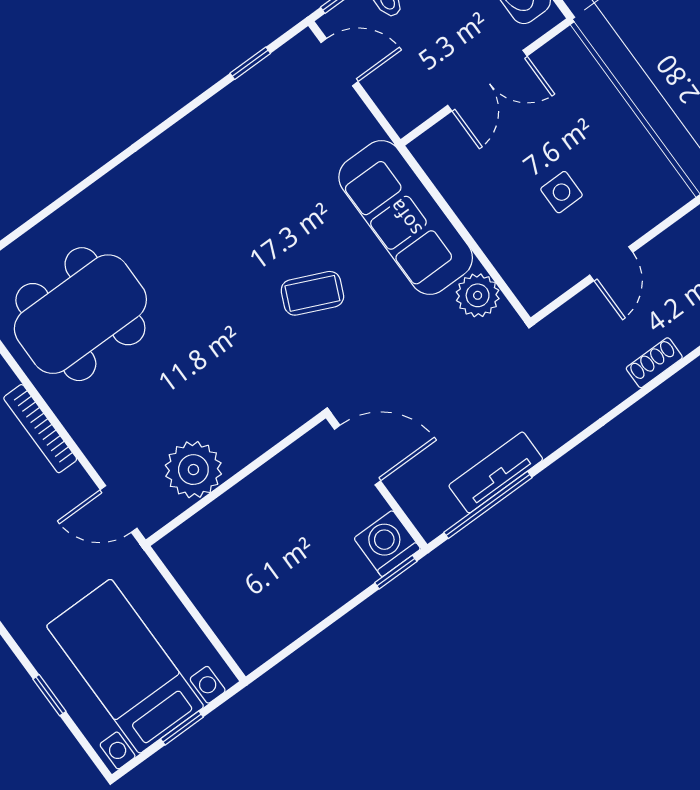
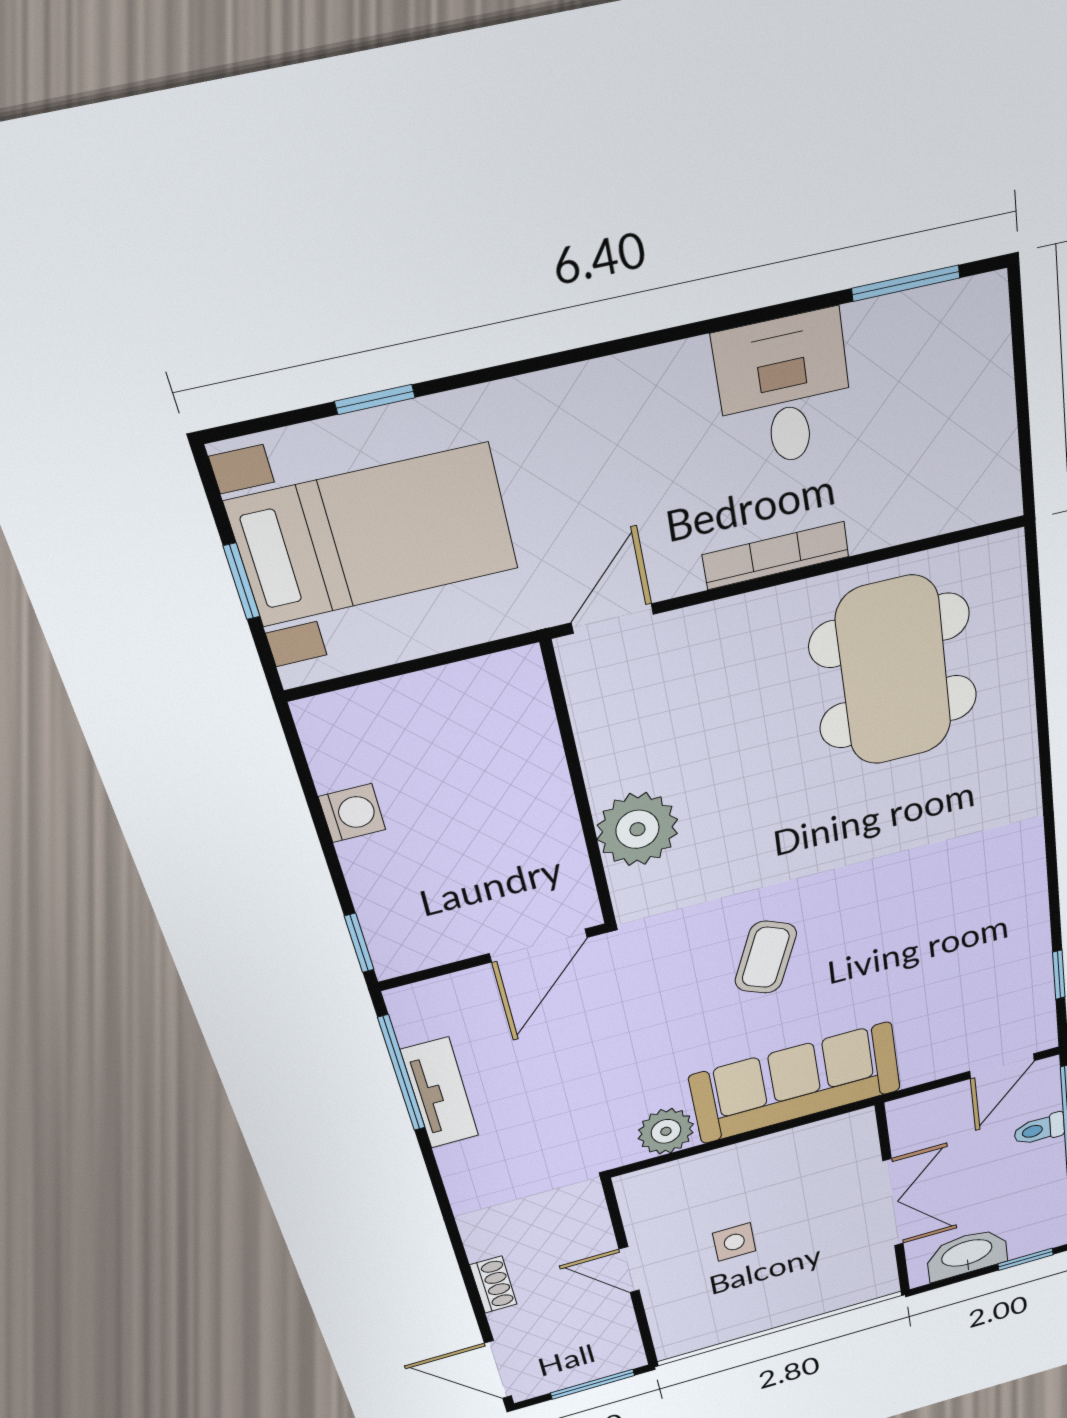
double door: (487, 81) -> (893, 1203), swing flipped
plant: (193, 470) -> (637, 829), moved
washing machine: (387, 544) -> (352, 813), moved, width x0.73, depth x0.73

